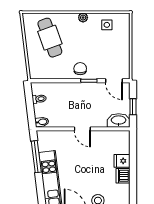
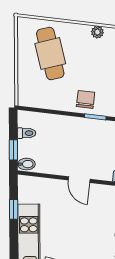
window: (31, 112) -> (13, 150), added
window: (36, 157) -> (14, 209), width x0.46

